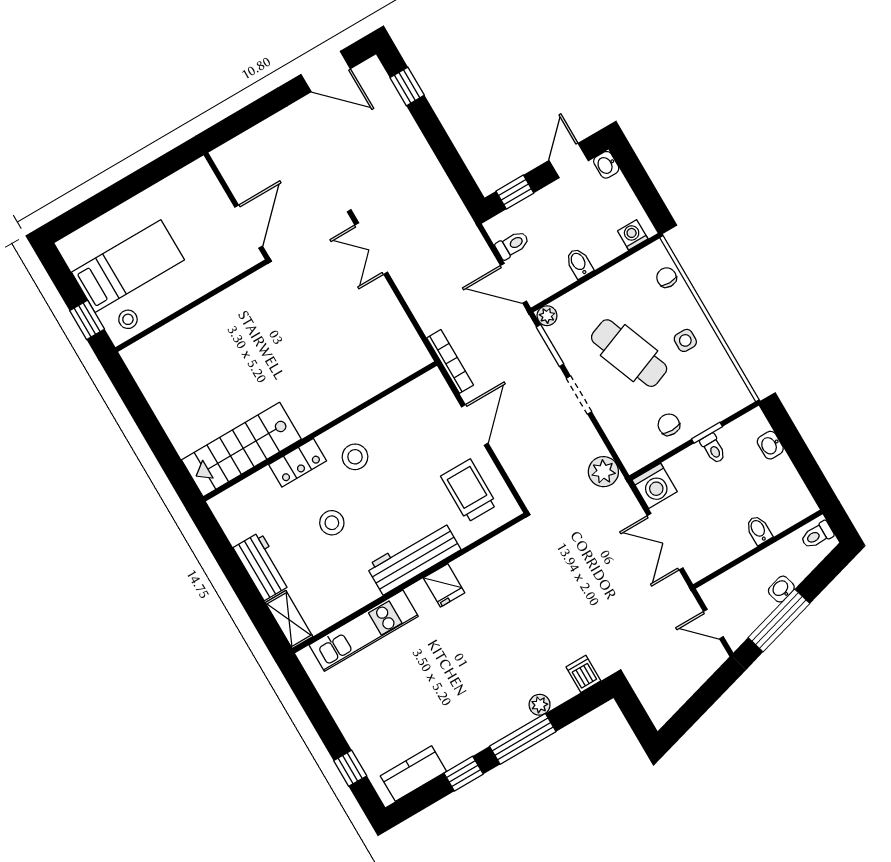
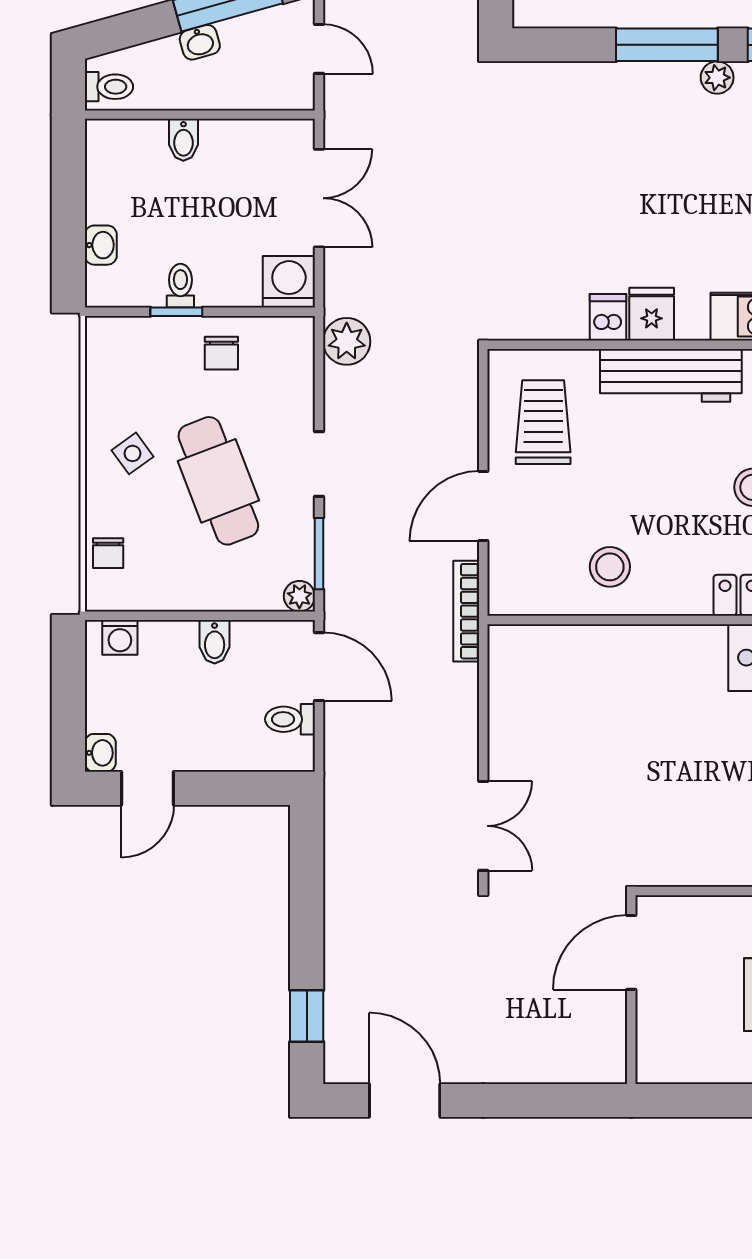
window: (515, 192) -> (245, 788), removed
side table: (685, 340) -> (133, 453), turned -36
stool: (355, 457) -> (610, 567), moved
trolley: (469, 491) -> (543, 422), turned 180
dishwasher: (583, 674) -> (608, 317), moved, turned 180
plant: (540, 705) -> (717, 78), moved

